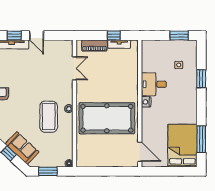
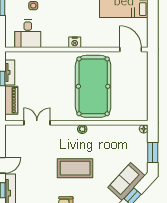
desk: (154, 84) -> (28, 34), moved
coffee table: (49, 117) -> (75, 168), moved
door: (140, 152) -> (131, 49), hinge flipped

